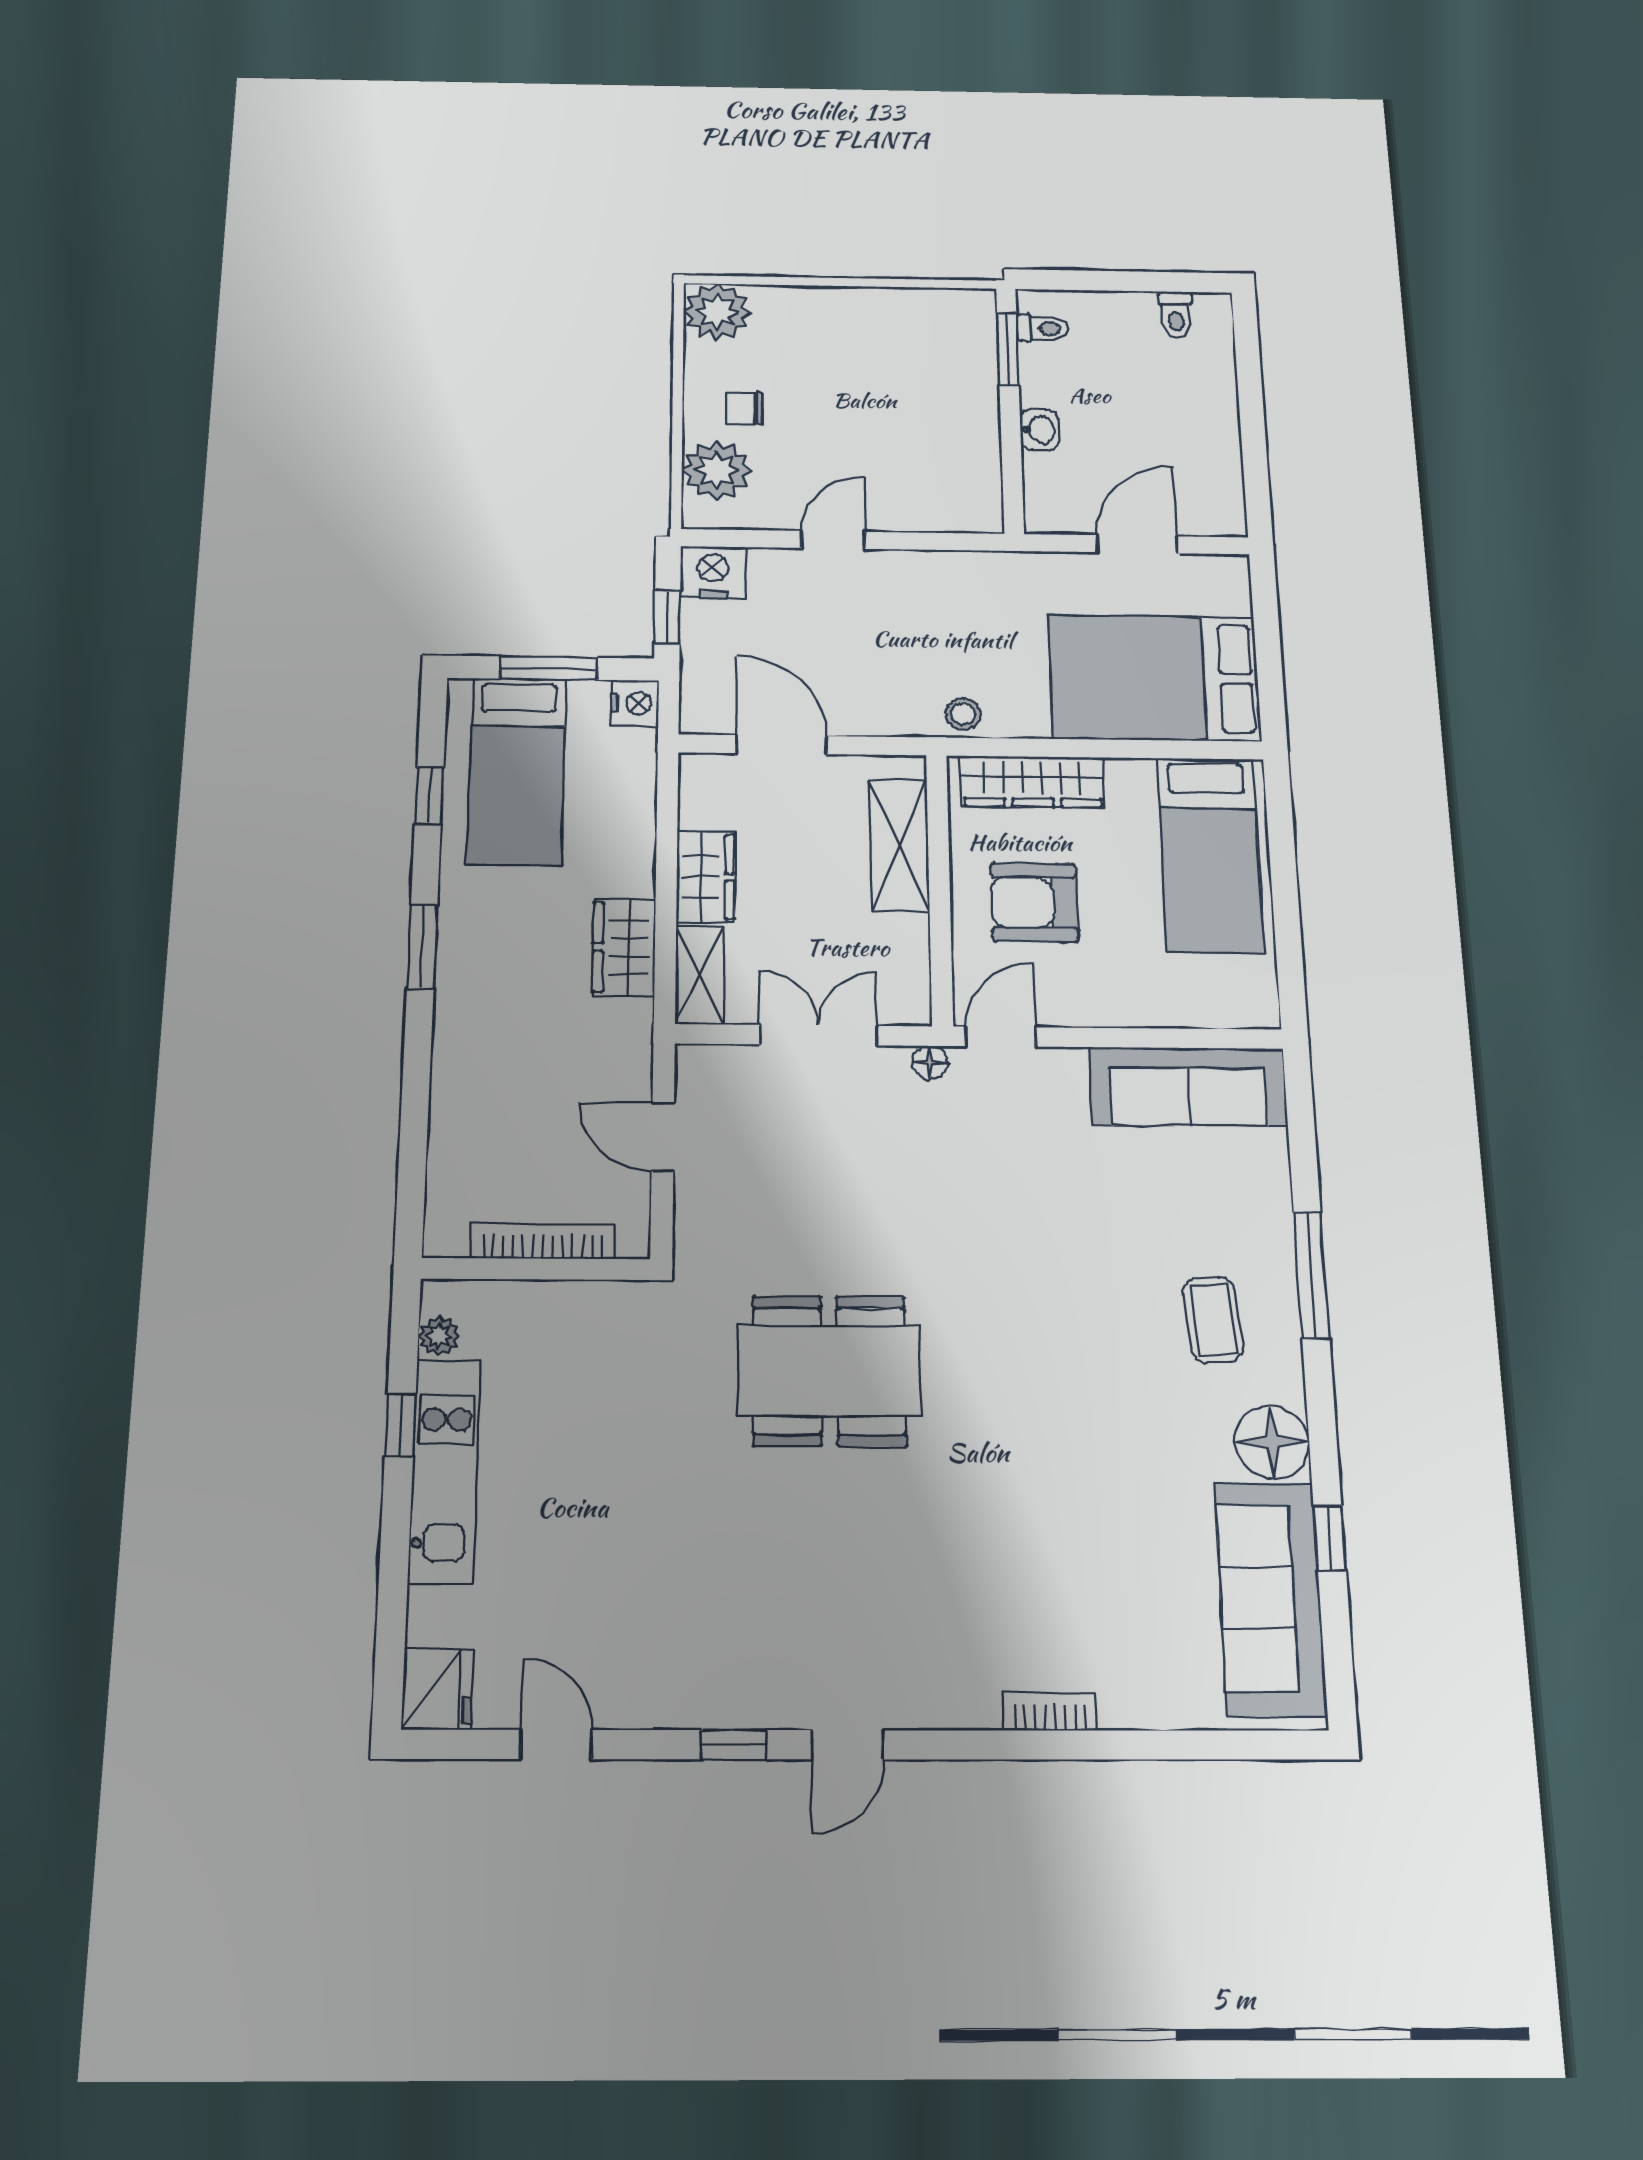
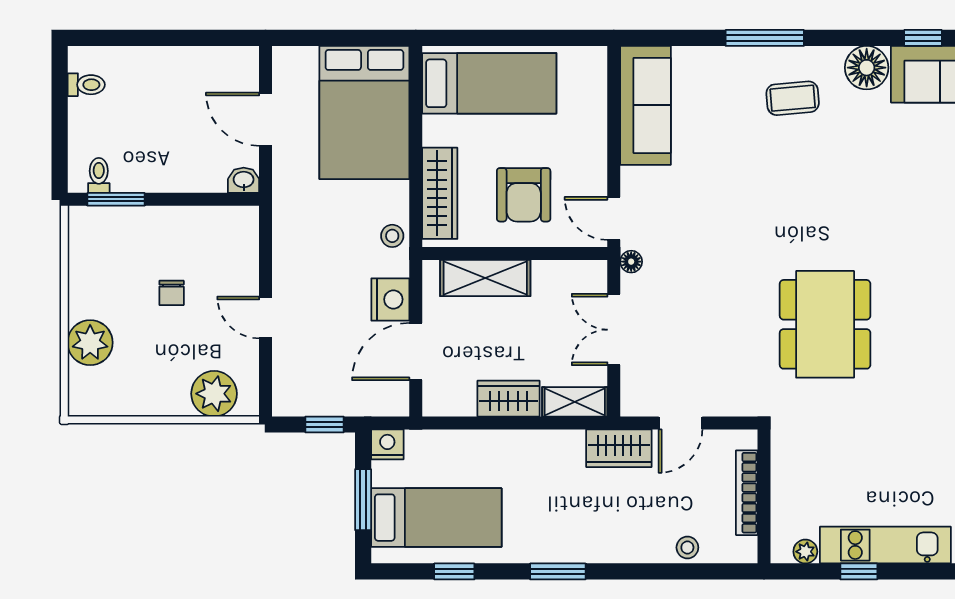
plant: (717, 312) -> (90, 343), moved
chair: (745, 408) -> (172, 293), moved
washbasin: (1039, 430) -> (244, 180), moved
nightstand: (713, 572) -> (390, 299), moved, turned 180
wardrobe: (624, 947) -> (619, 448), moved
stool: (453, 1146) -> (687, 547), added

